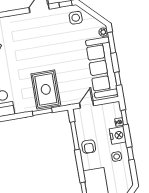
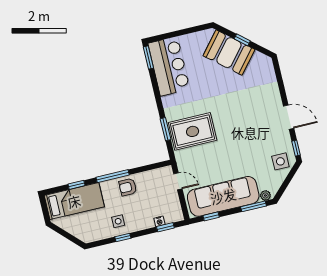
nightstand: (118, 135) -> (143, 221), removed
window: (75, 136) -> (113, 176), moved

